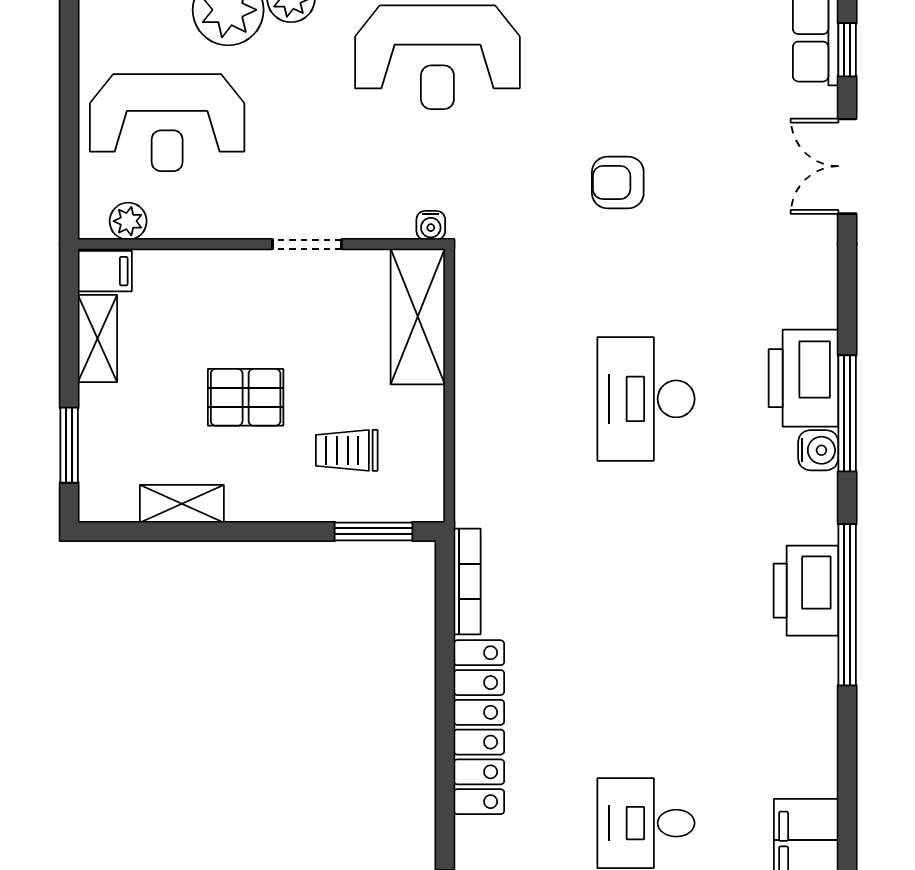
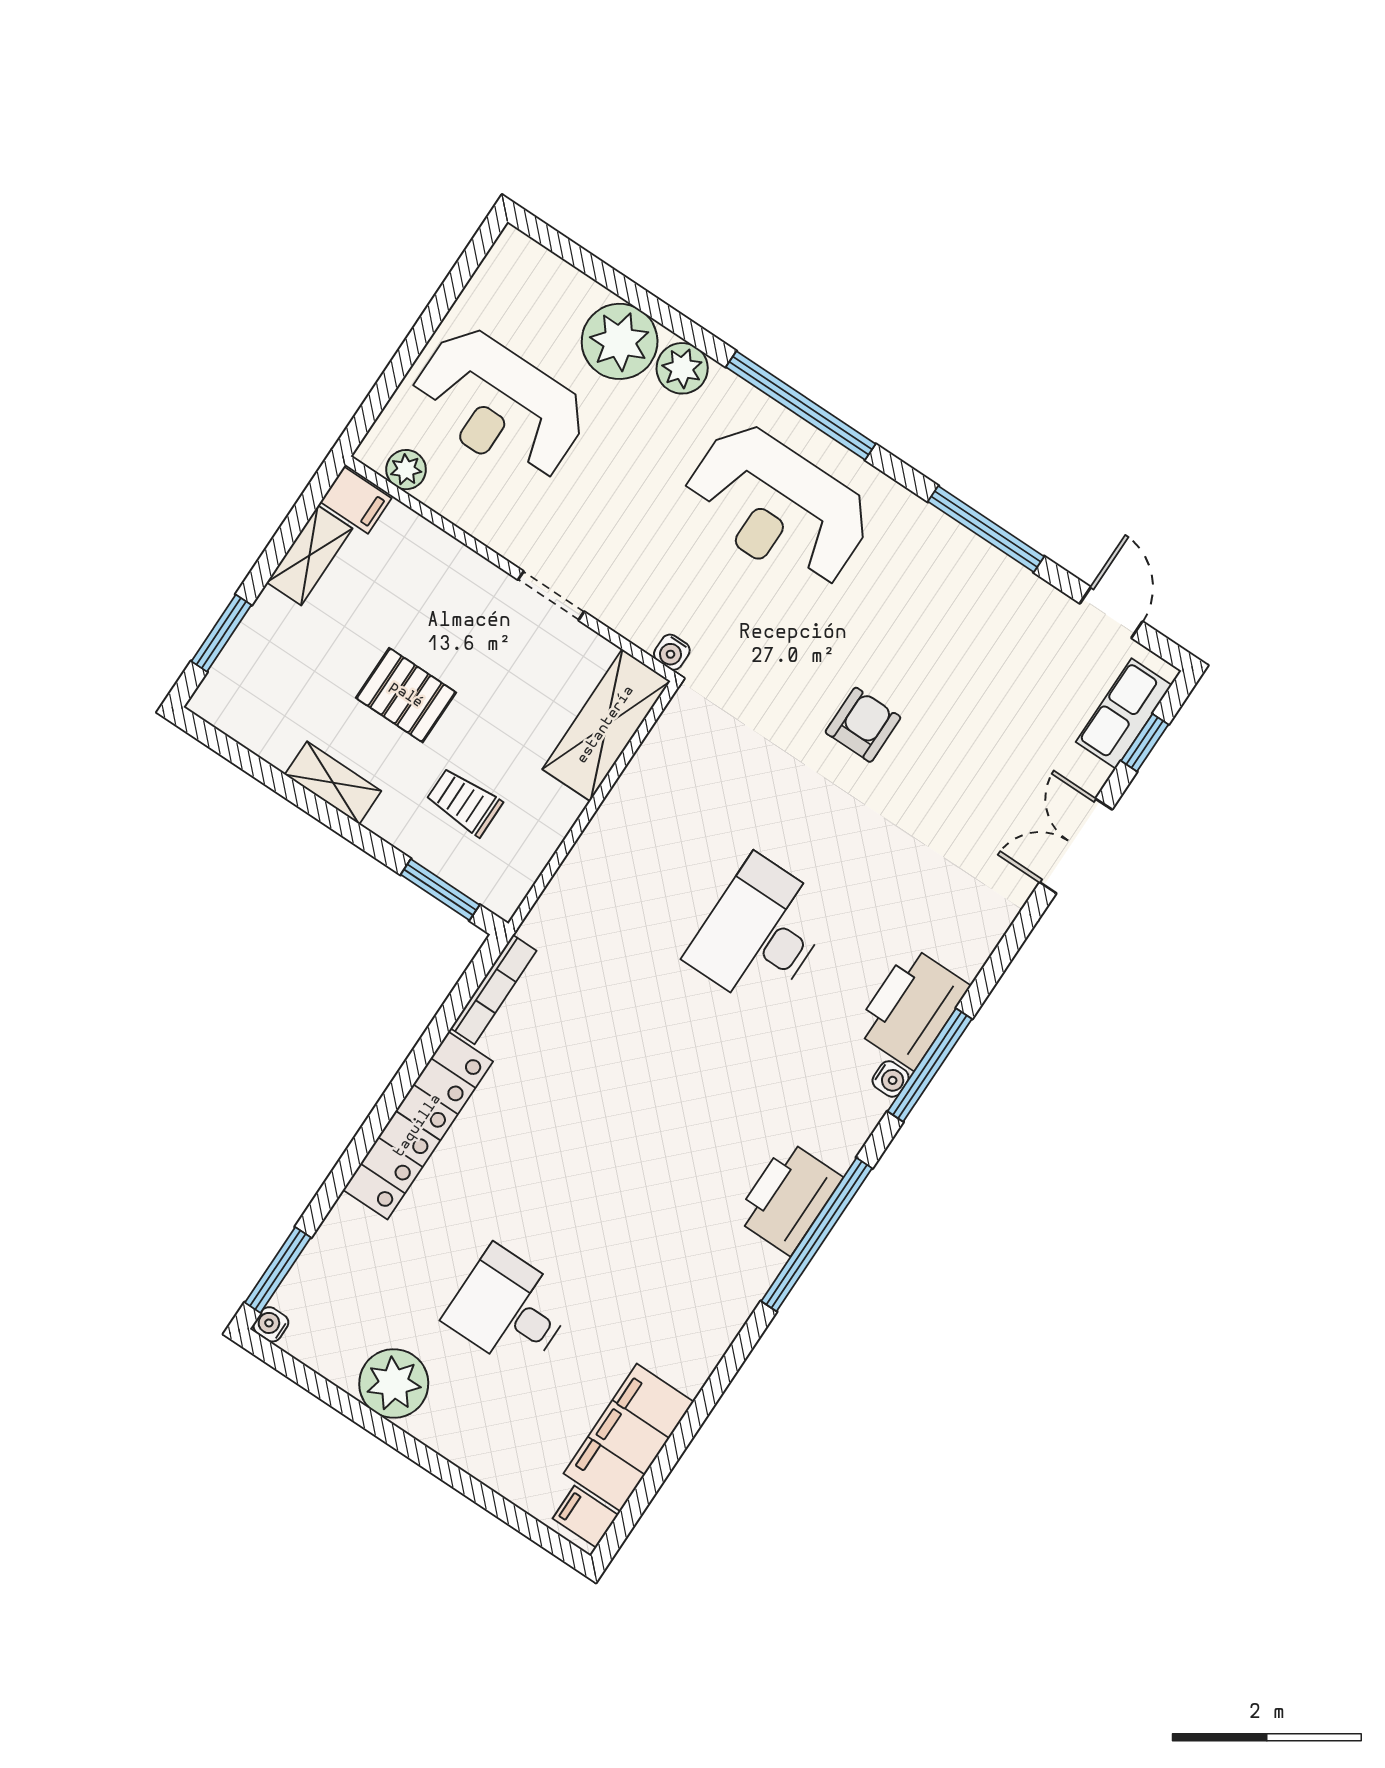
armchair: (618, 182) -> (863, 725), turned 90
water cooler: (818, 450) -> (891, 1079), width x0.72, depth x0.72
shelving: (182, 504) -> (333, 783), moved

